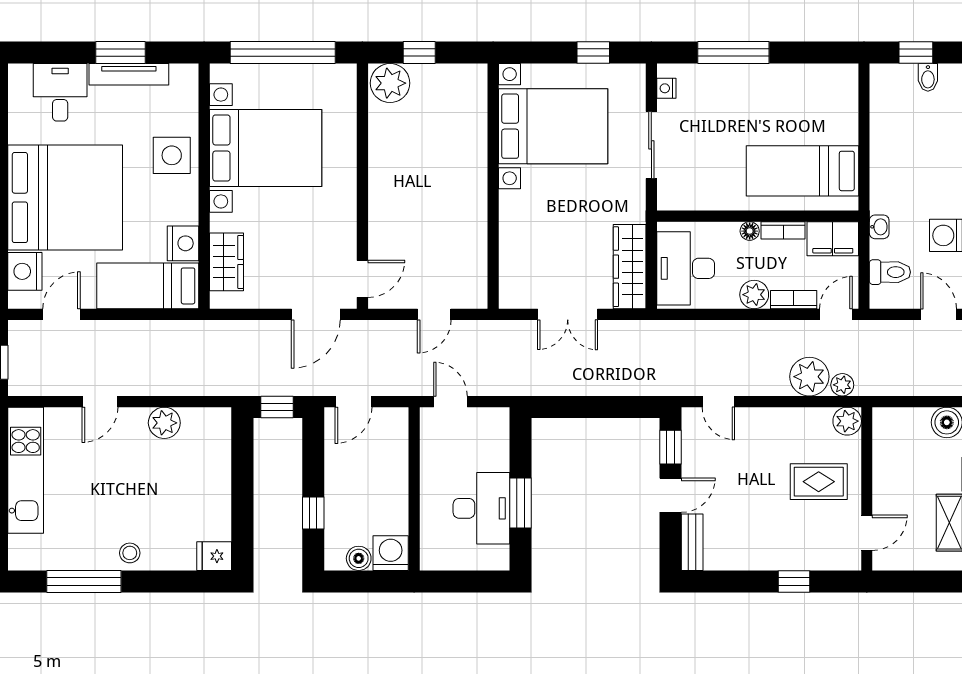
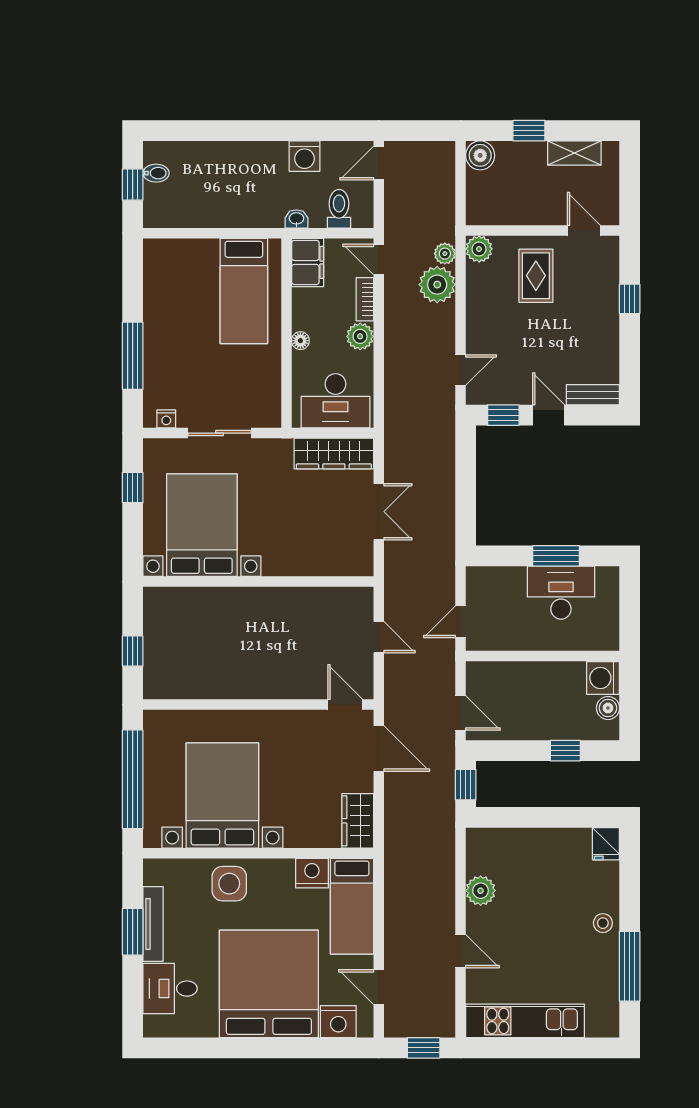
plant: (390, 83) -> (161, 679), removed
bookcase: (783, 230) -> (300, 309), removed
wardrobe: (226, 262) -> (358, 821), moved, turned -90

